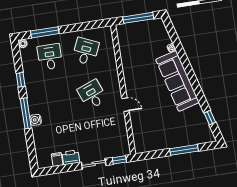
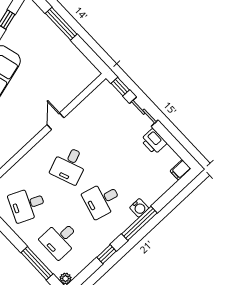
desk: (57, 100) -> (102, 200), added
filing cabinet: (57, 160) -> (180, 170), moved

